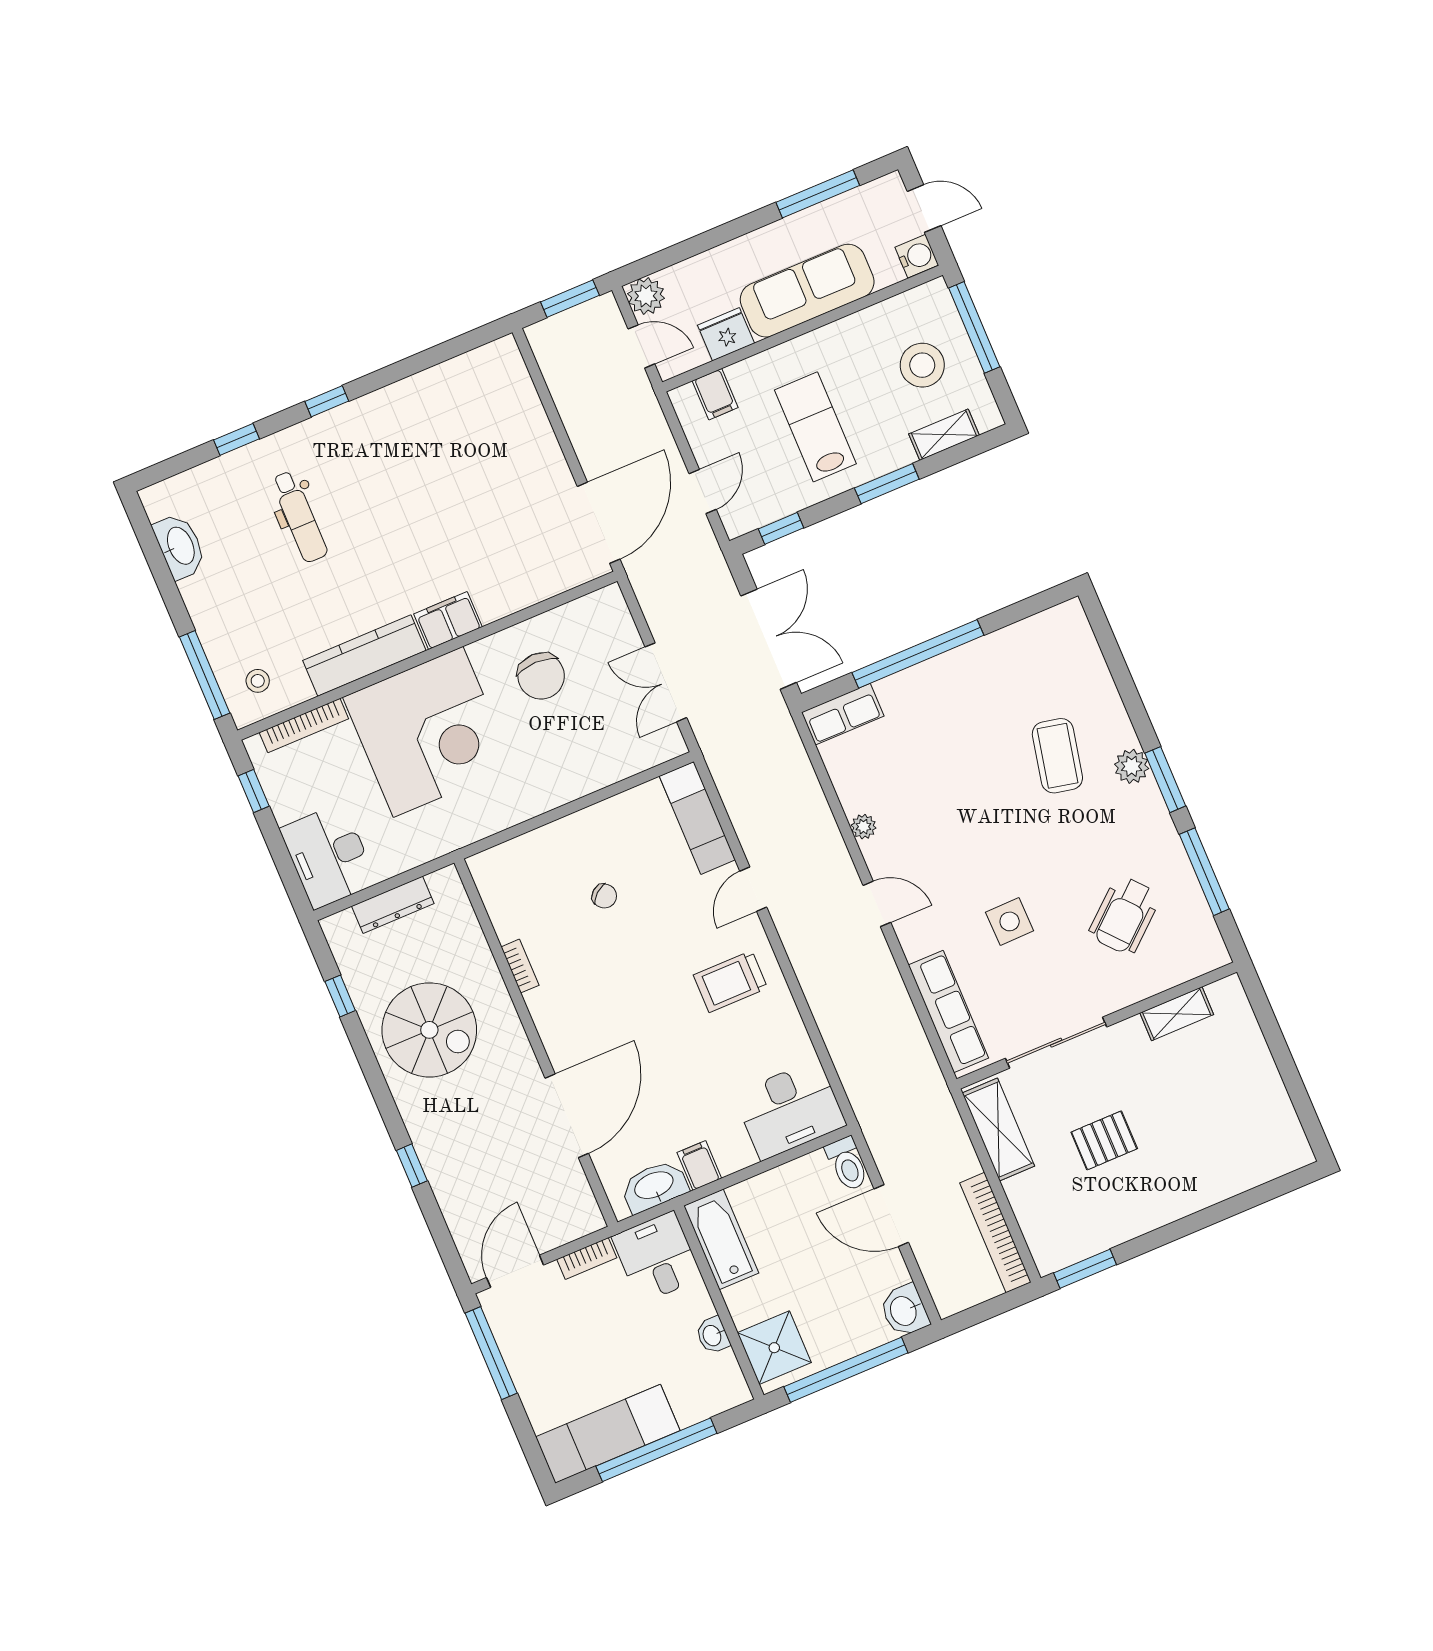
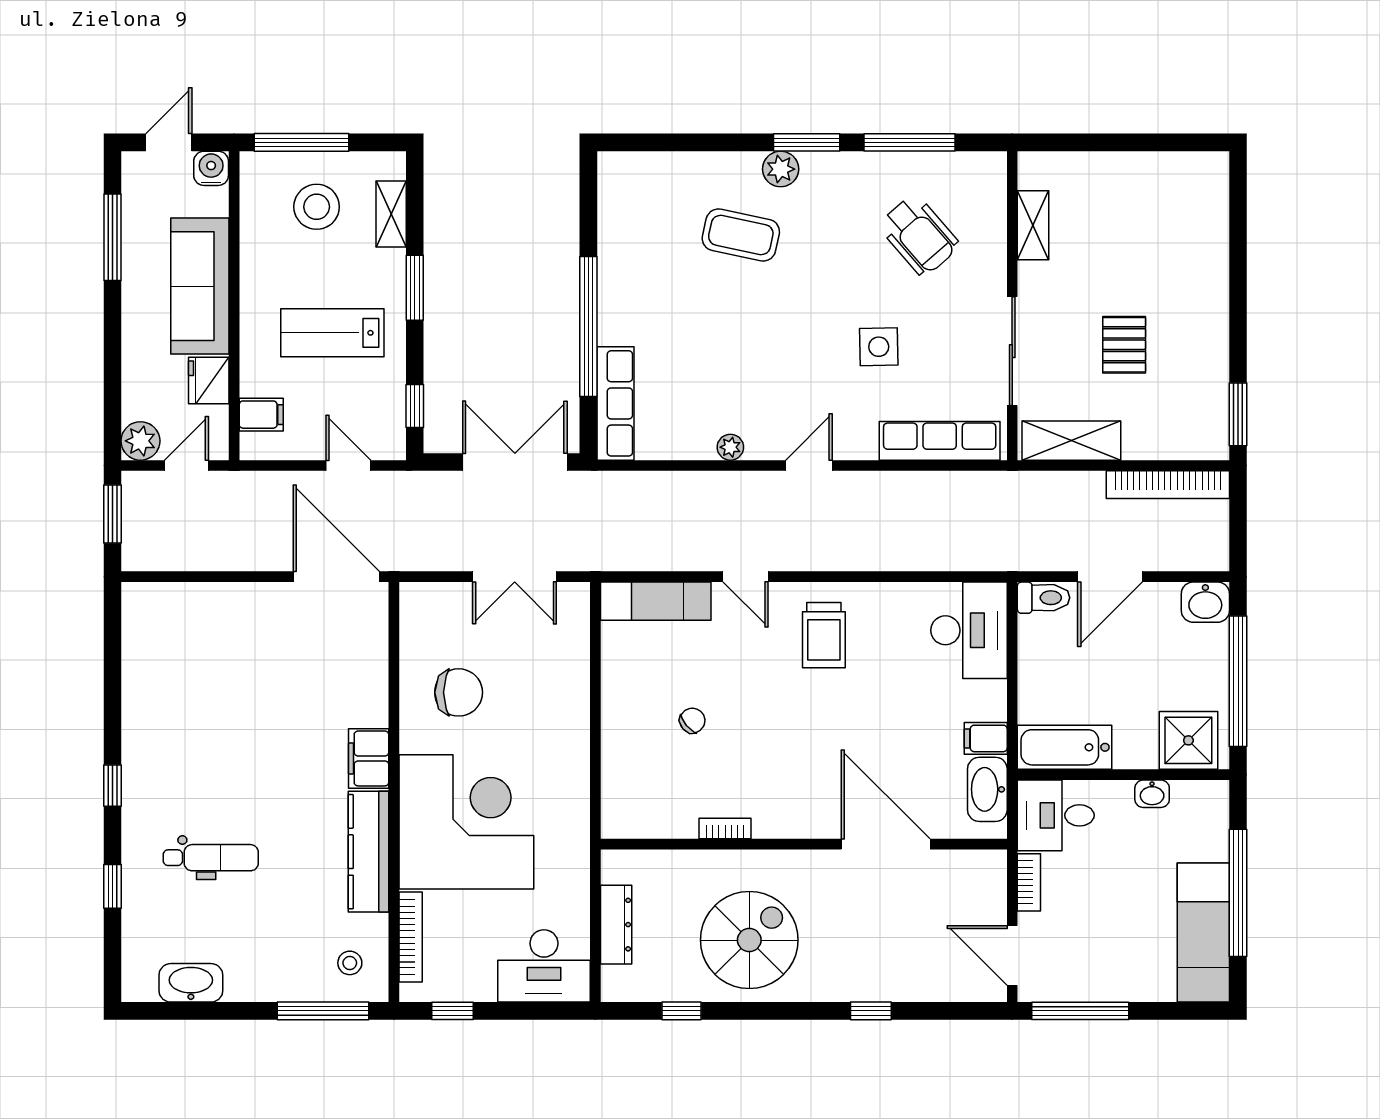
row of seats: (843, 714) -> (615, 403), width x1.48

